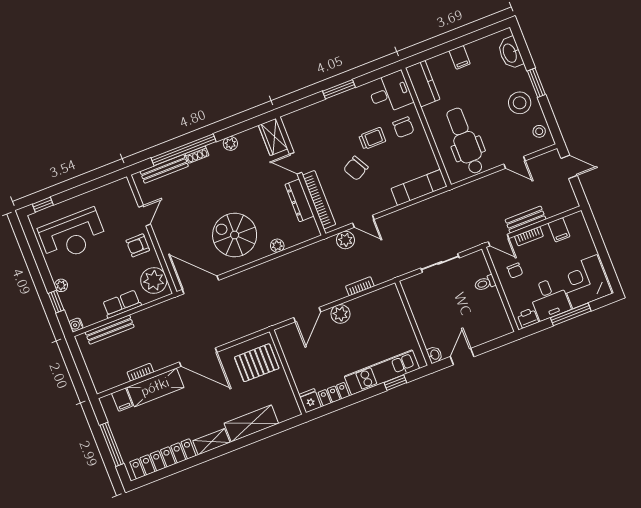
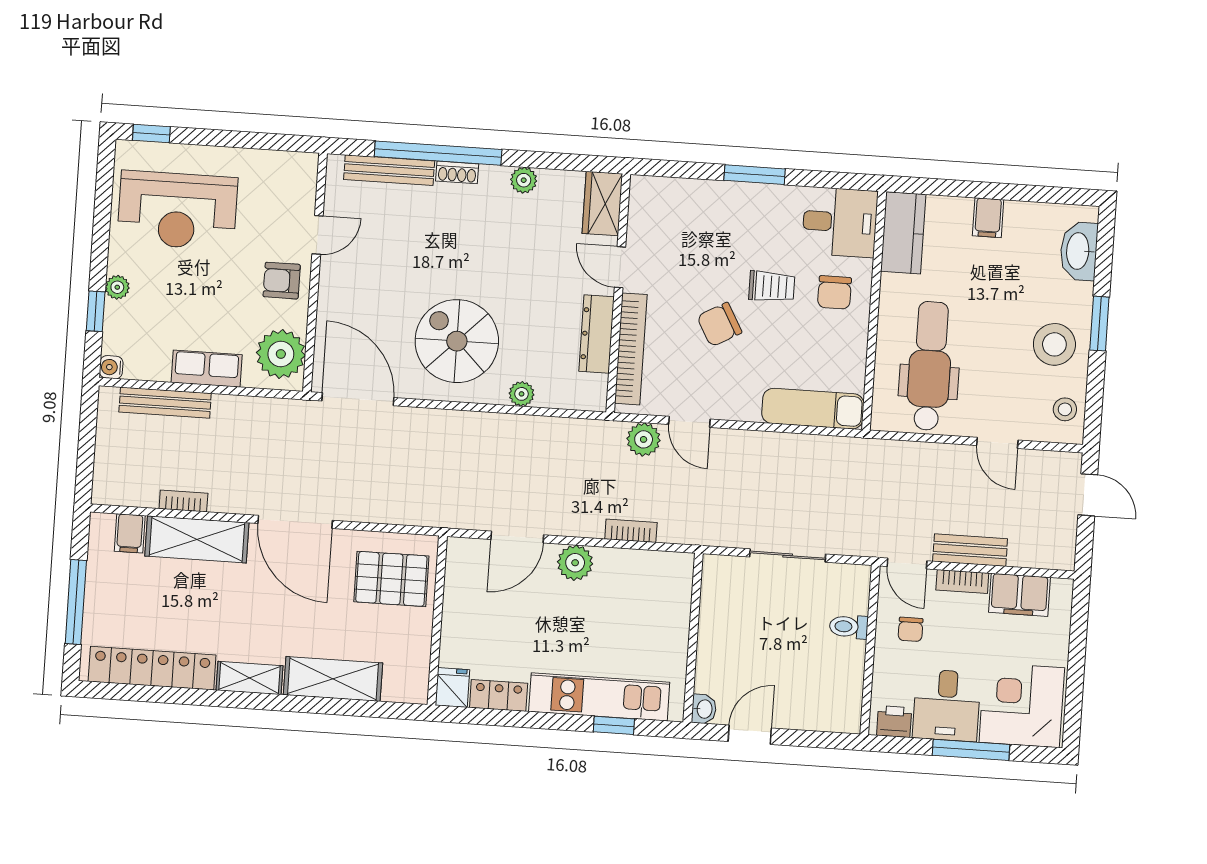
filing cabinet: (559, 230) -> (1019, 595), width x2.00

